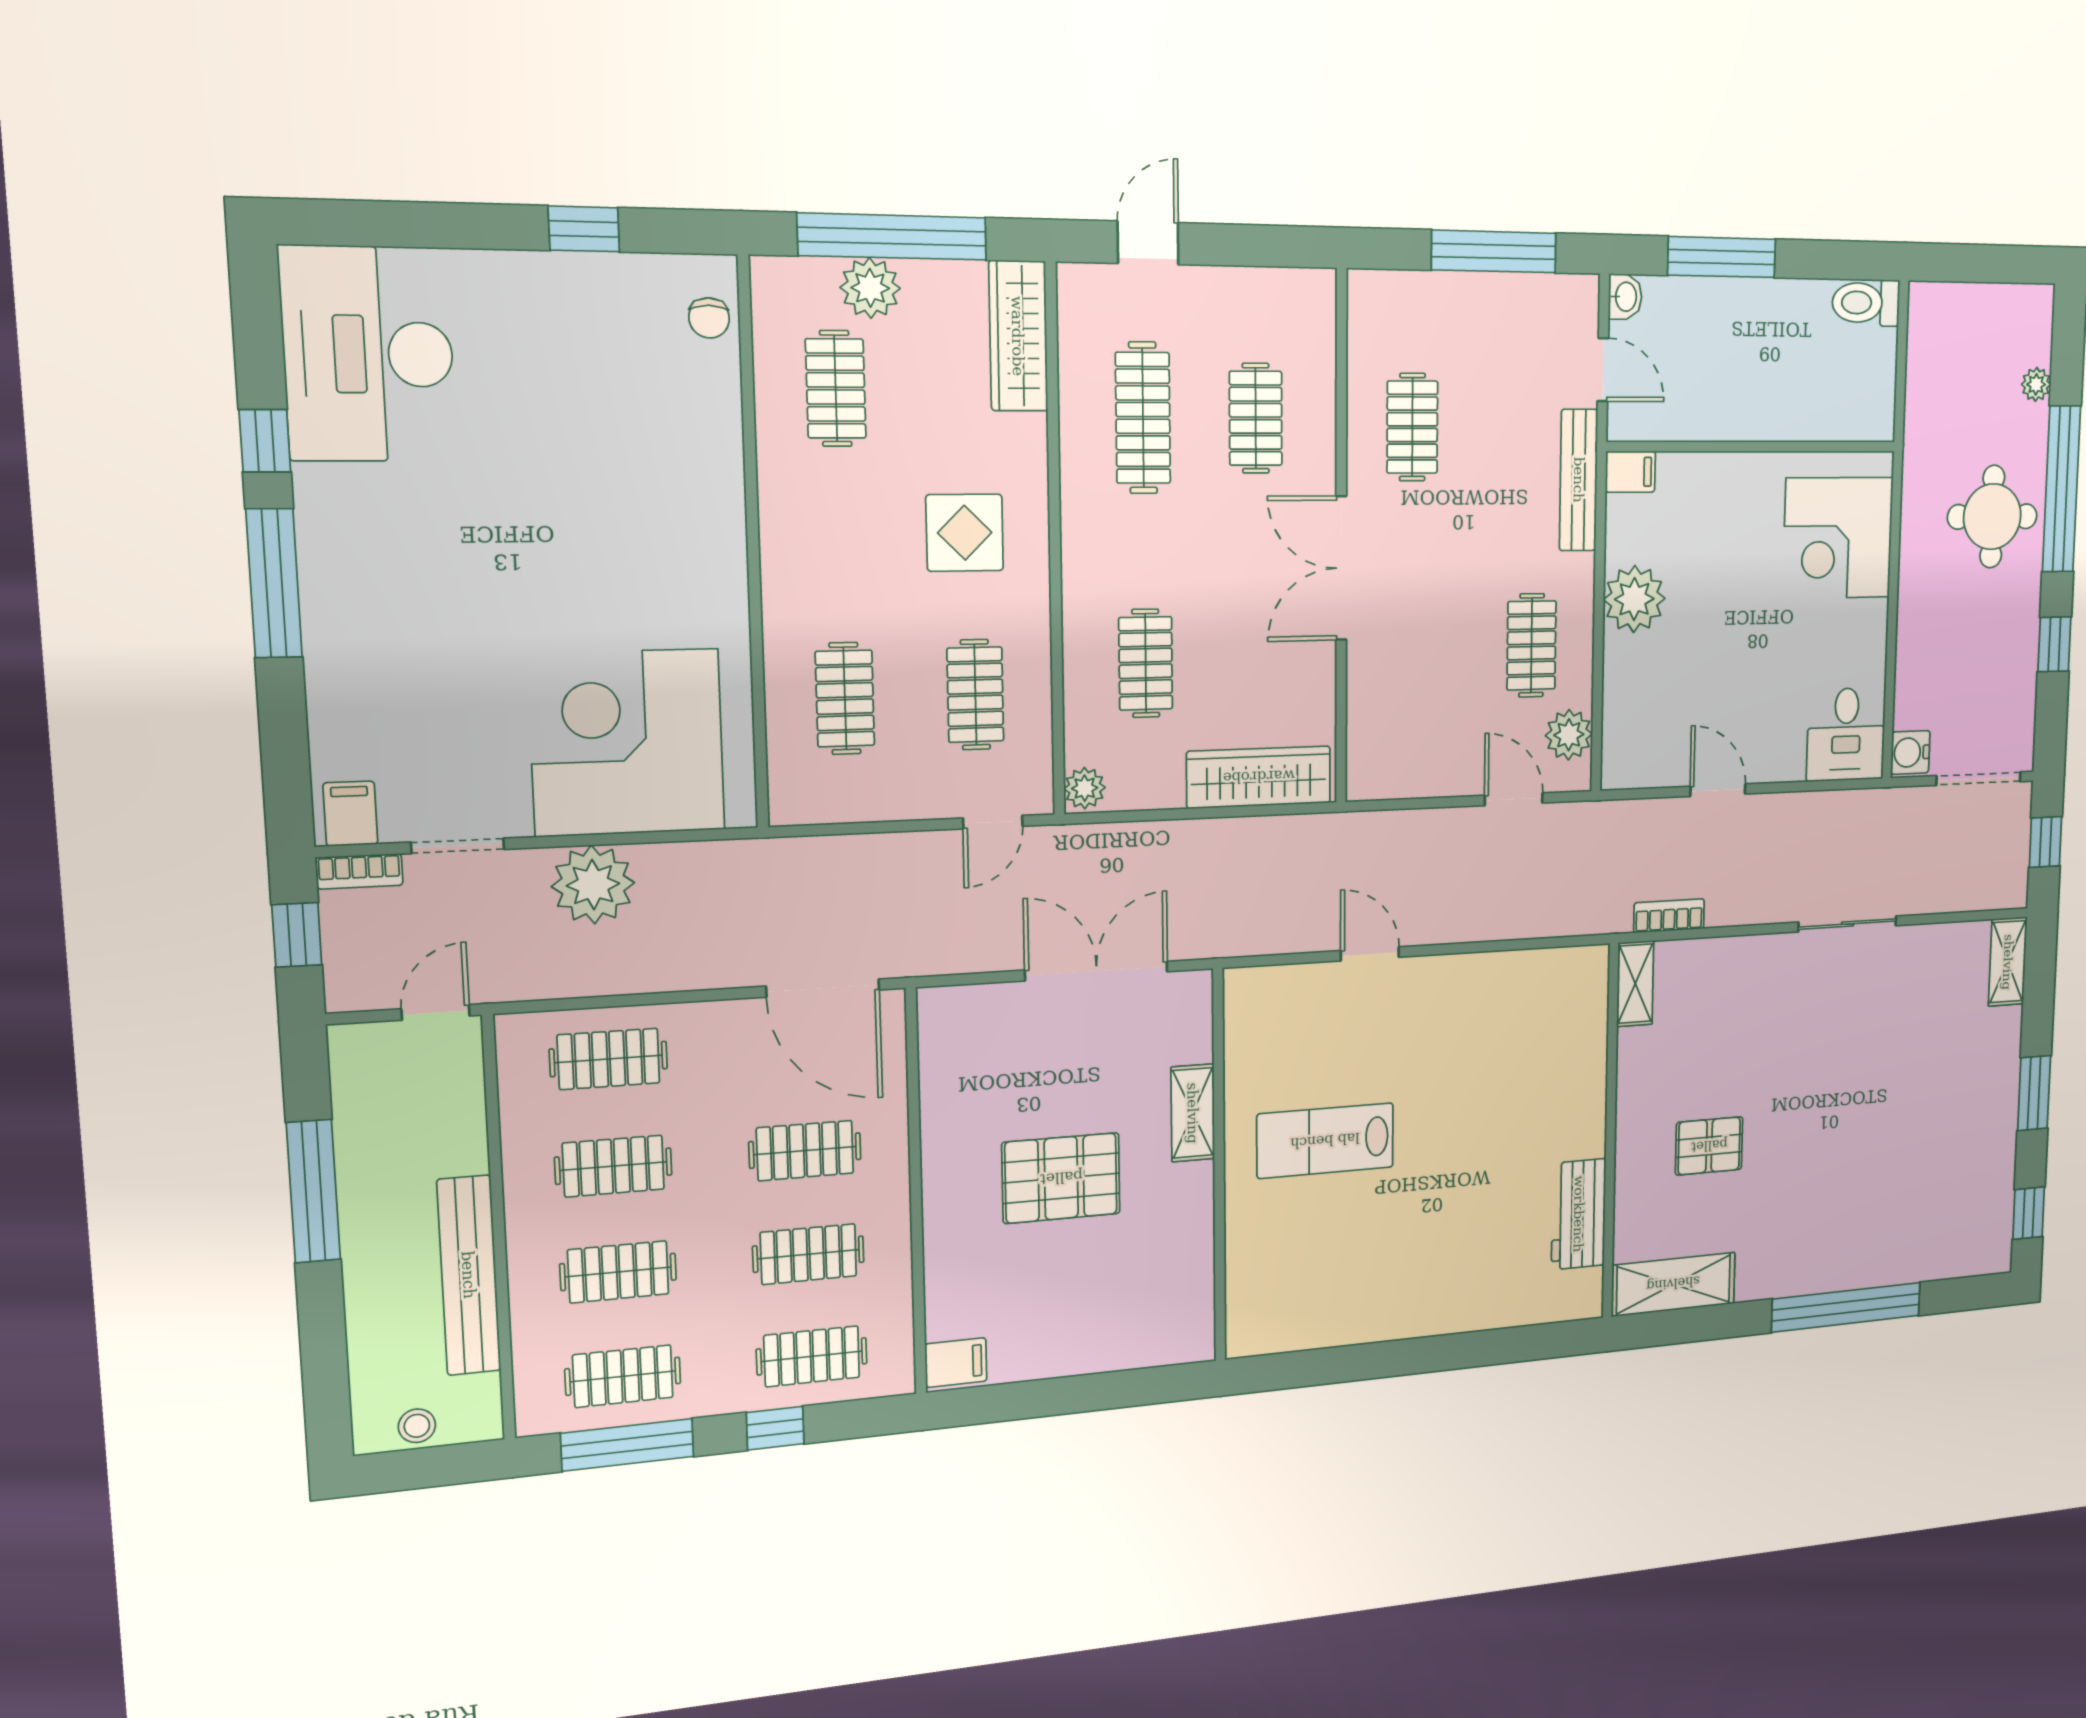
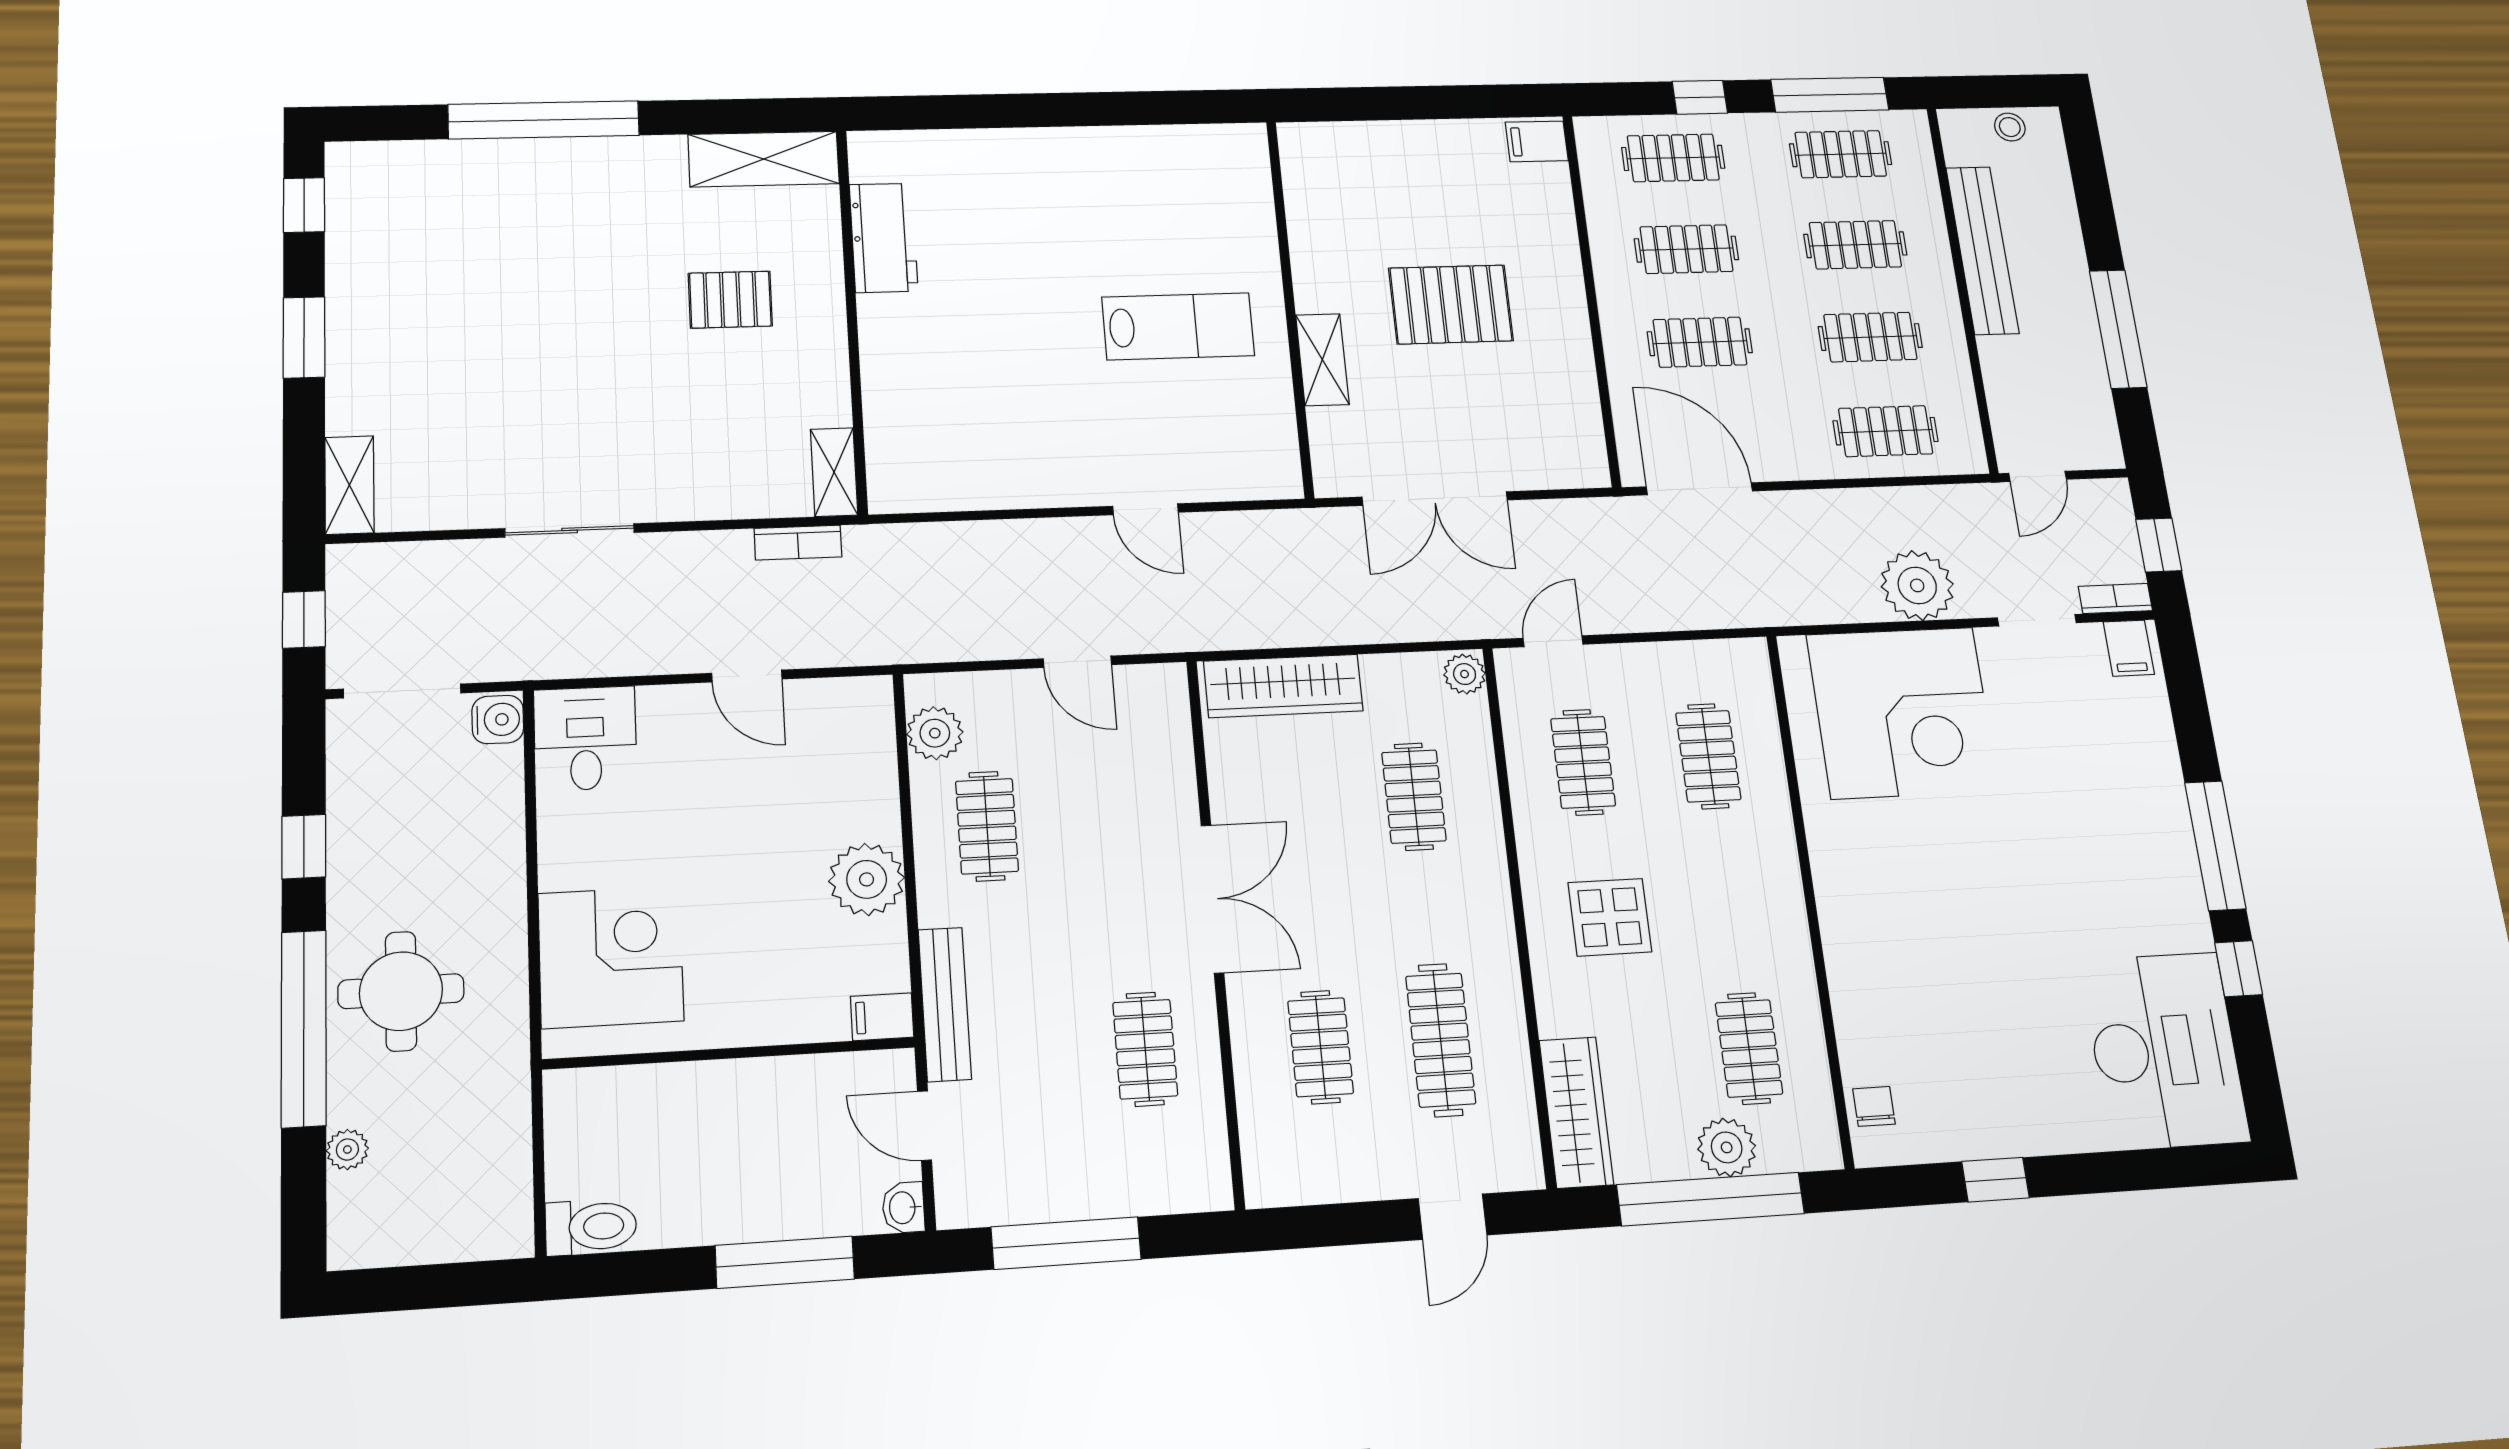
door: (1514, 799) -> (1077, 662), moved

